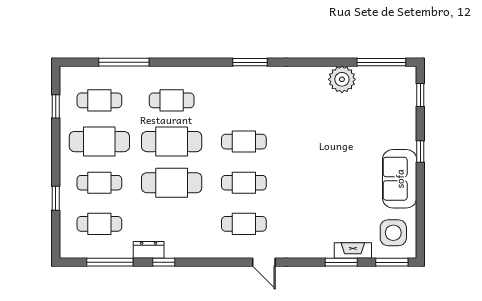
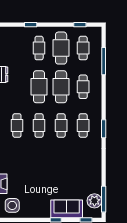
plant: (342, 79) -> (94, 201), moved
sofa: (400, 179) -> (67, 209), moved
cafe table: (99, 224) -> (83, 125), moved

